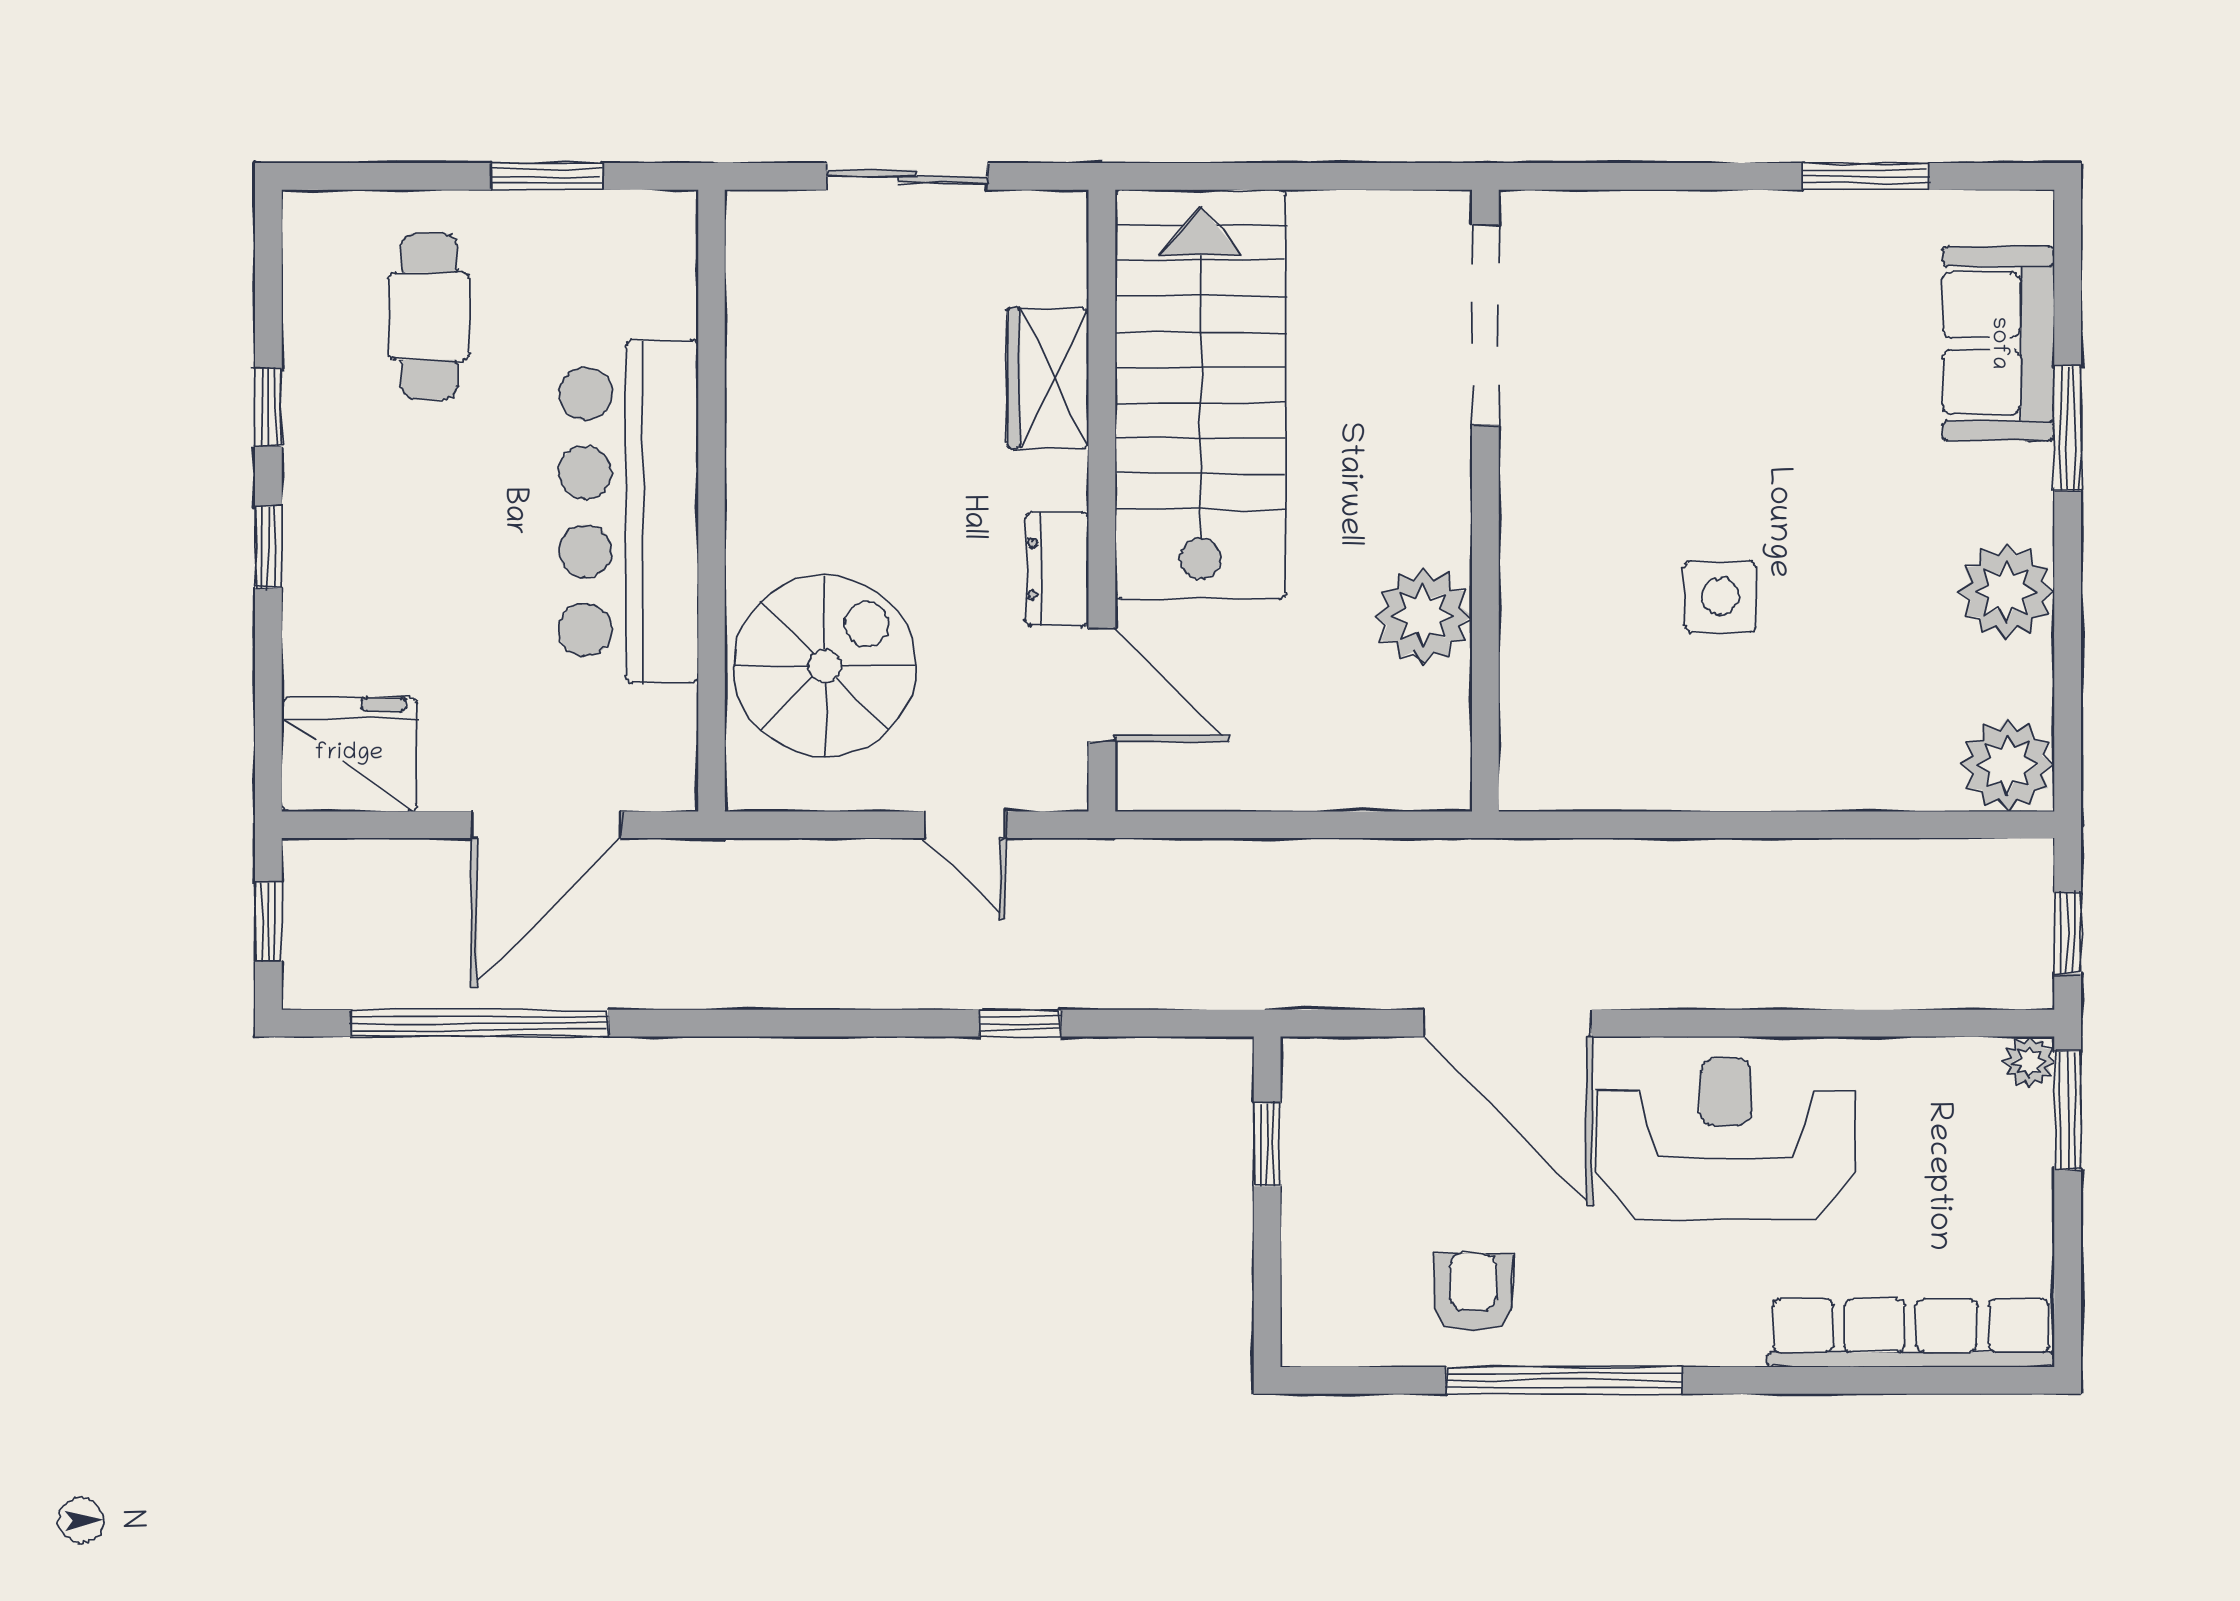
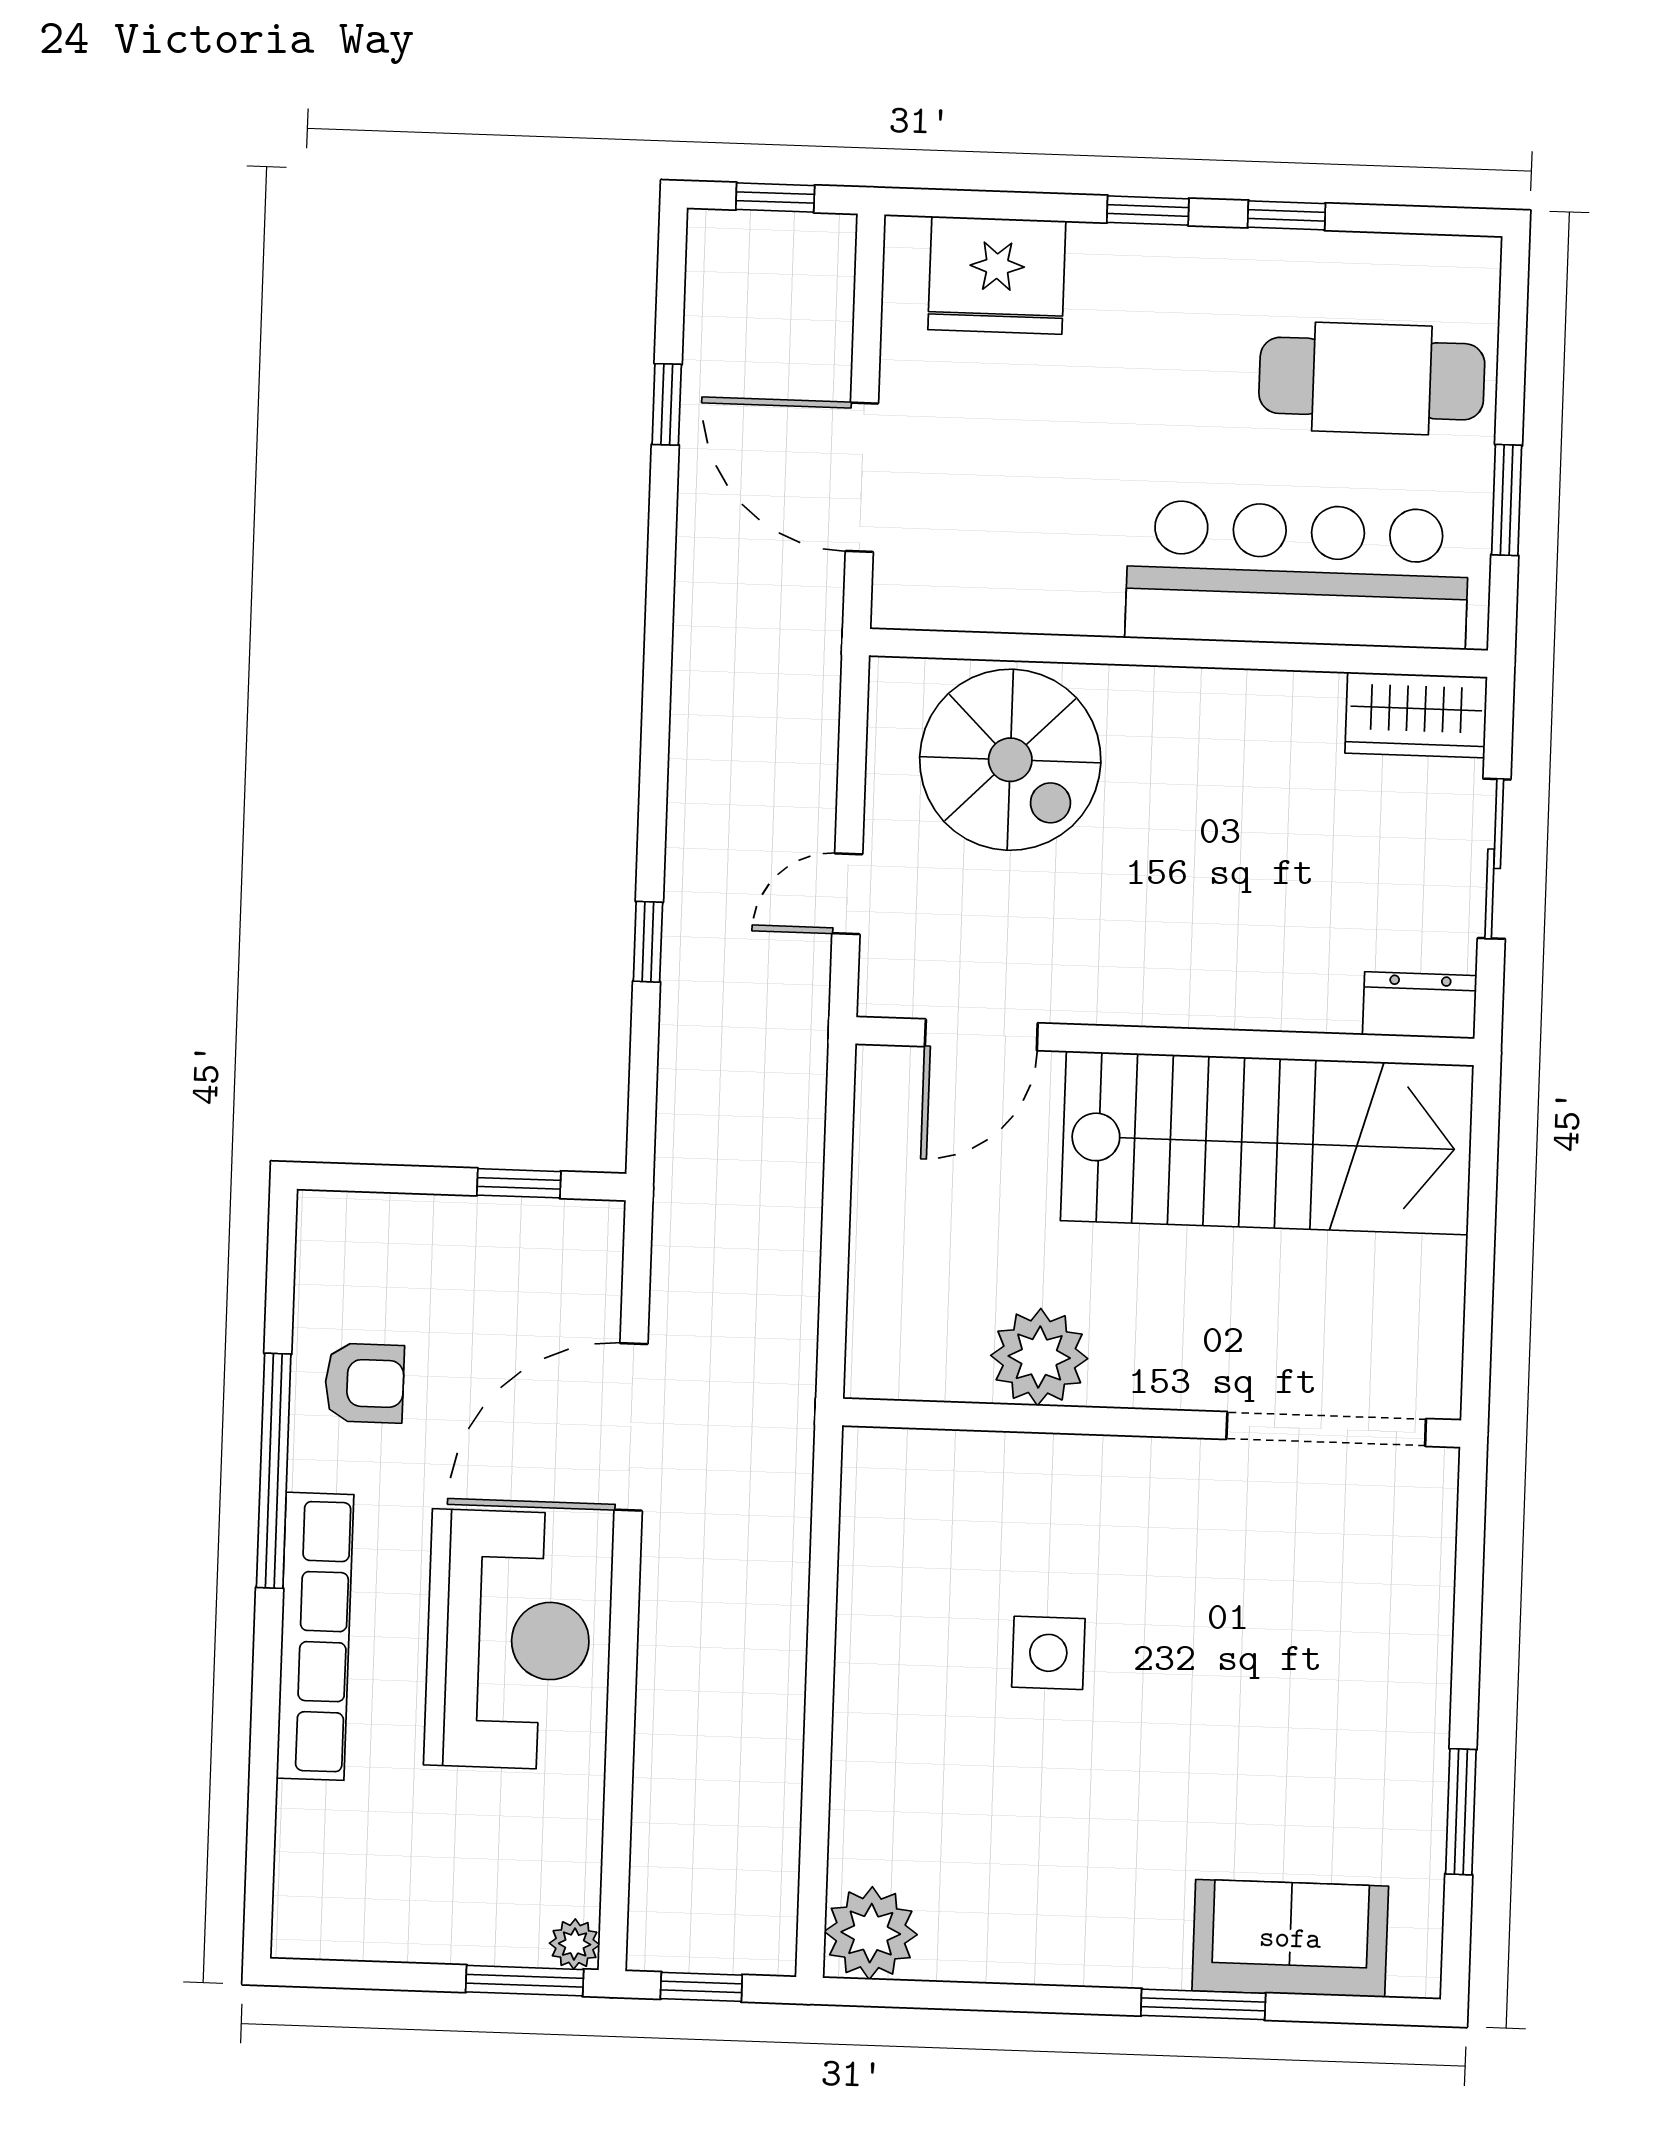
cafe table: (429, 316) -> (1372, 379), width x1.37, depth x1.35
wardrobe: (1048, 378) -> (1416, 715), moved, turned 180
bar counter: (629, 512) -> (1297, 575), moved
dresser: (1057, 569) -> (1420, 1005), moved
plant: (2006, 591) -> (1043, 1938), removed
fridge: (349, 754) -> (997, 275), moved, turned 90
window: (480, 1023) -> (667, 404), width x0.32
row of seats: (1911, 1333) -> (315, 1636), moved

